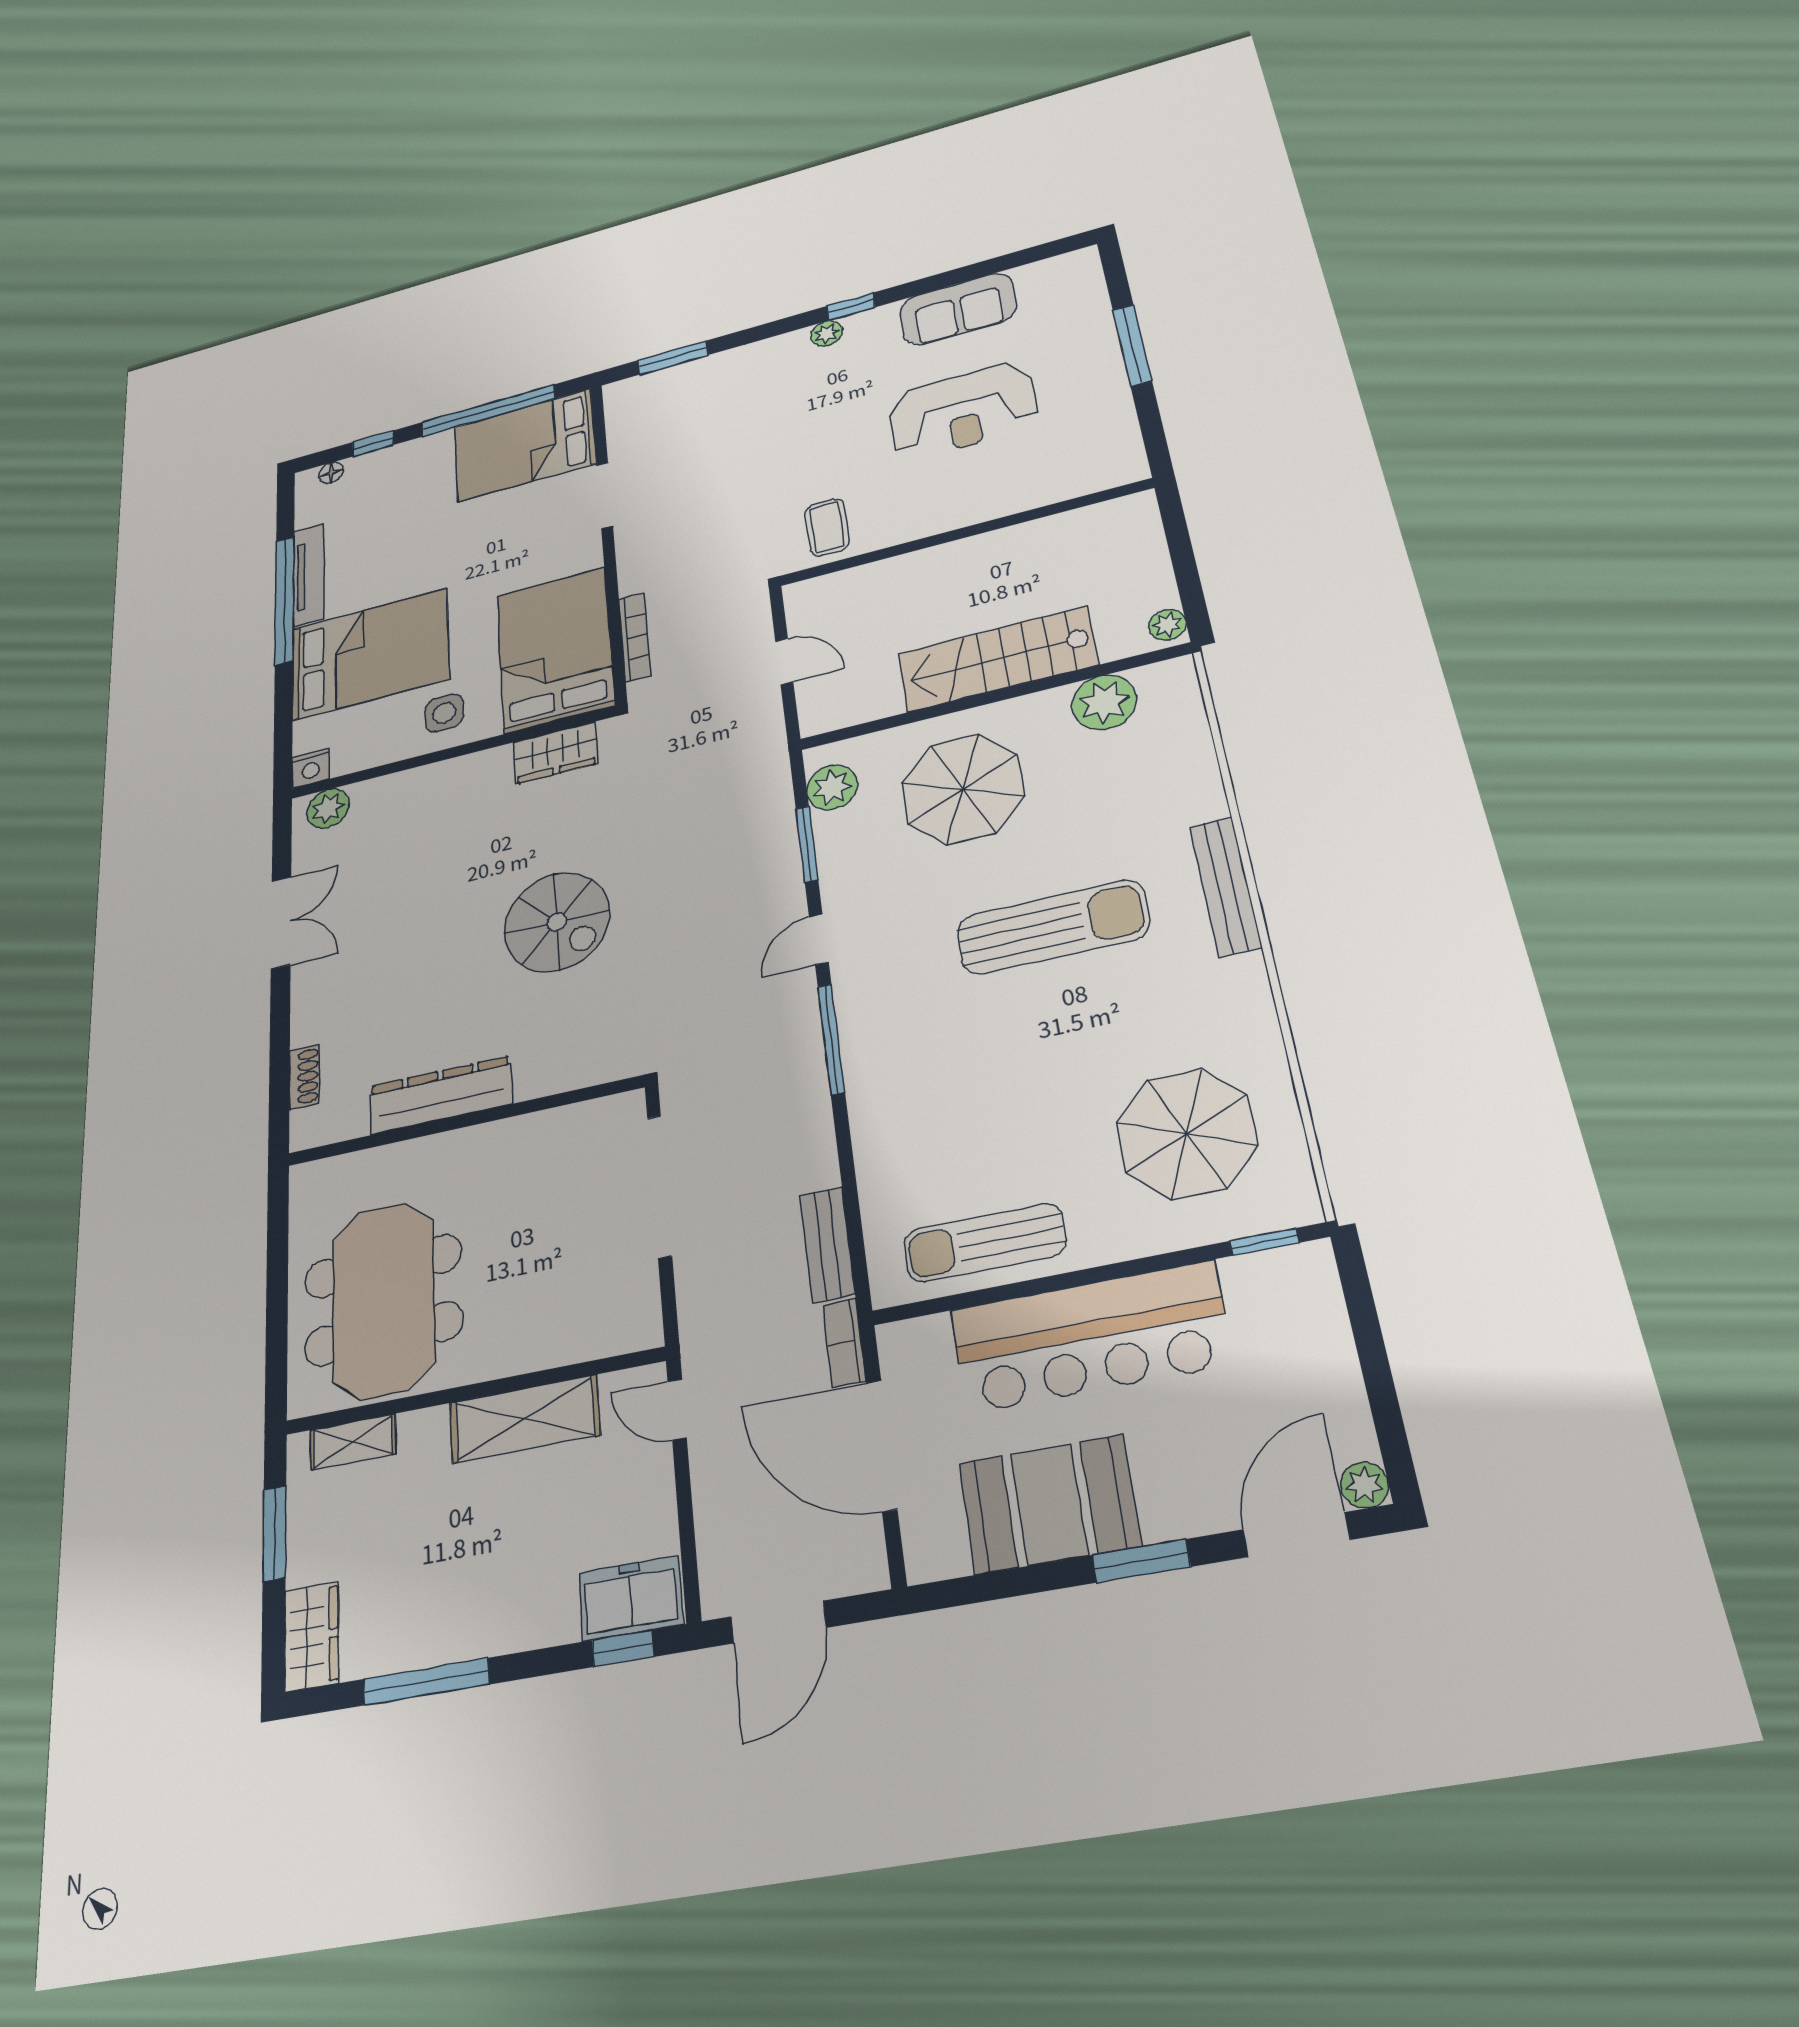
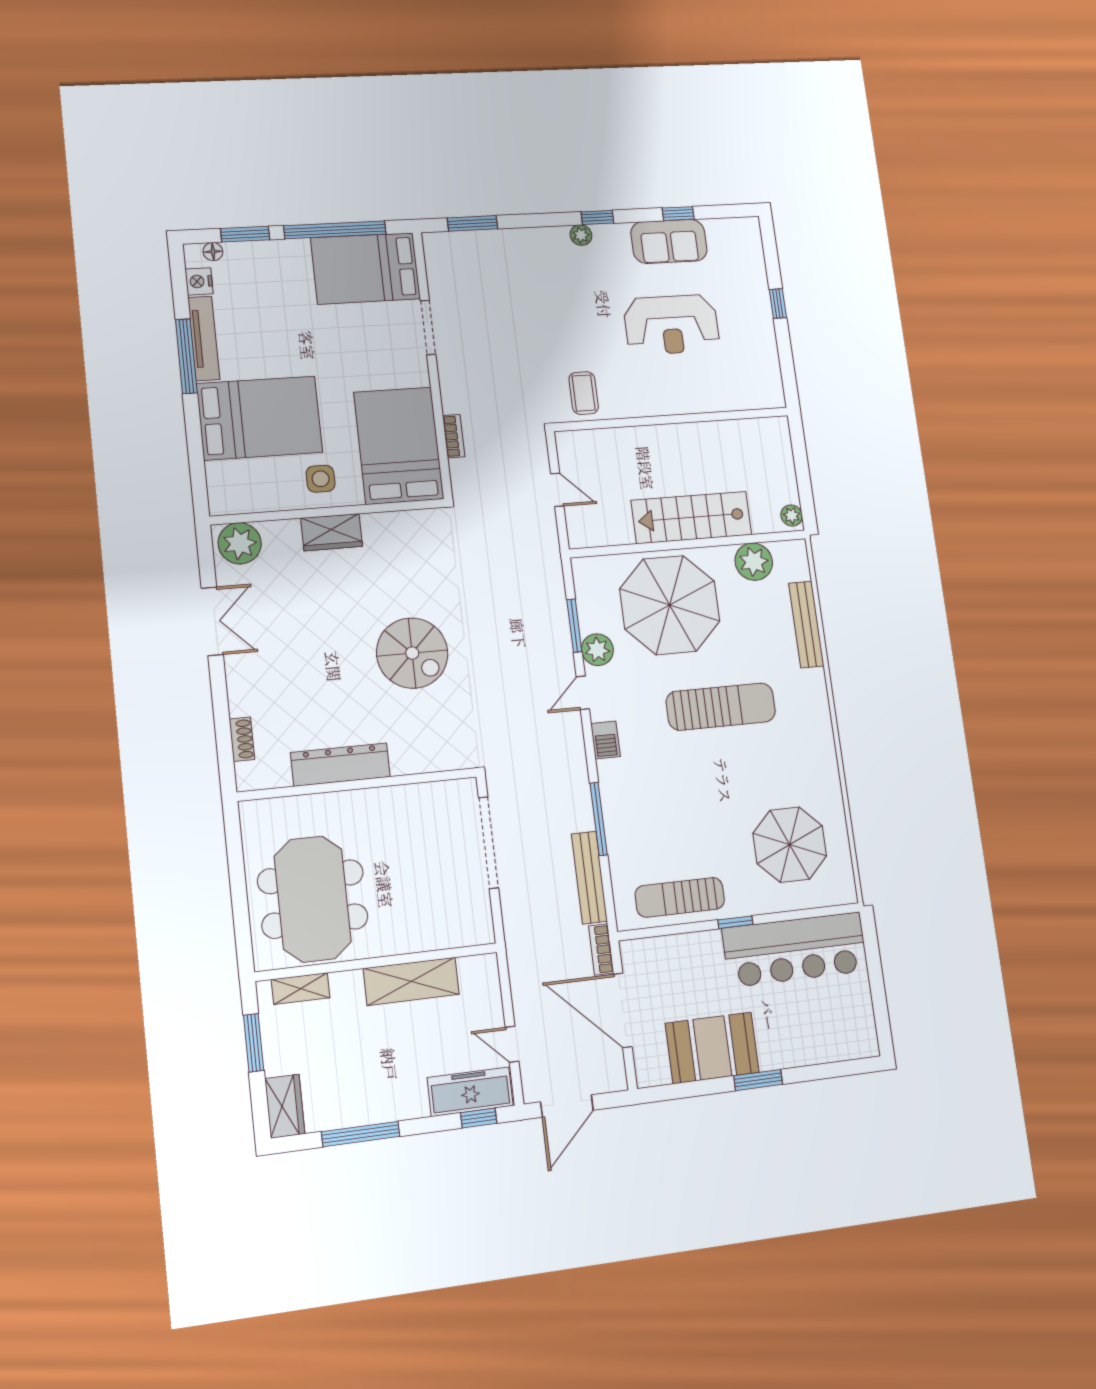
window: (972, 272) -> (678, 214), added
window: (1132, 345) -> (778, 303), width x0.46
window: (373, 444) -> (245, 234), width x1.50
window: (285, 600) -> (186, 356), width x0.68
bookcase: (635, 637) -> (454, 436), width x0.64
wardrobe: (555, 753) -> (332, 532), moved
nightstand: (311, 768) -> (199, 281), moved, turned 90
plant: (832, 787) -> (597, 650), moved
parasol: (963, 789) -> (670, 605), width x1.36, depth x1.36
plant: (328, 808) -> (240, 543), width x1.36, depth x1.36
bench: (1225, 886) -> (806, 625), moved
barbecue: (855, 1005) -> (606, 740), added
window: (831, 1039) -> (599, 819), moved
window: (1264, 1242) -> (735, 922), moved
bench: (827, 1244) -> (589, 877), width x1.36
bar counter: (1090, 1337) -> (795, 950), moved
door: (677, 1409) -> (512, 1044), moved
plant: (1364, 1485) -> (868, 1046), removed
door: (1296, 1535) -> (834, 1070), removed
freezer: (631, 1598) -> (470, 1092), width x1.40

